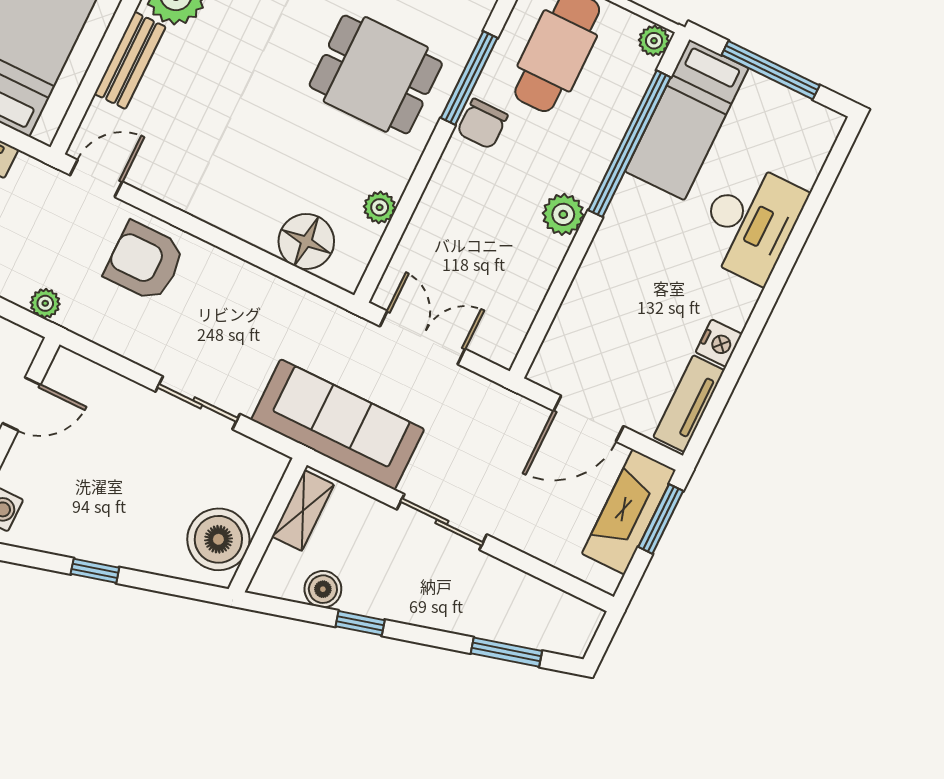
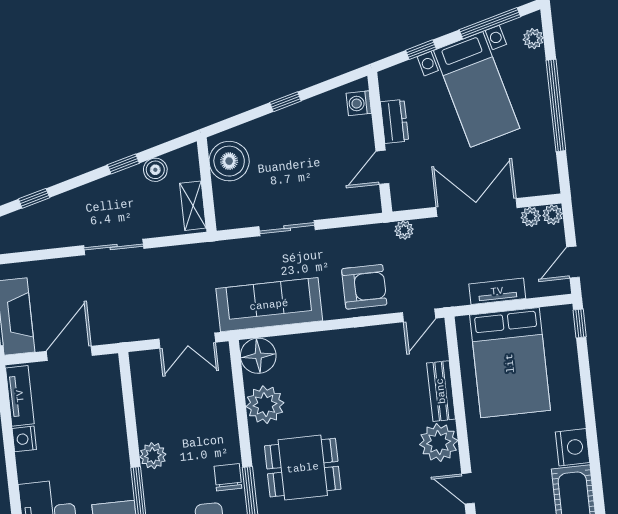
plant: (380, 207) -> (265, 405), width x1.88, depth x1.88
floor lamp: (306, 241) -> (258, 356), moved
sofa: (338, 425) -> (269, 305), moved, turned 180
window: (506, 652) -> (34, 198), width x0.67

